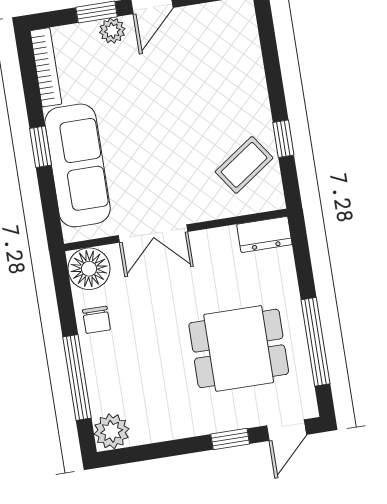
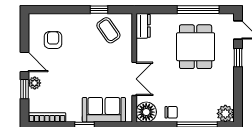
armchair: (206, 55) -> (53, 40), added
sofa: (77, 165) -> (104, 110), width x0.73

